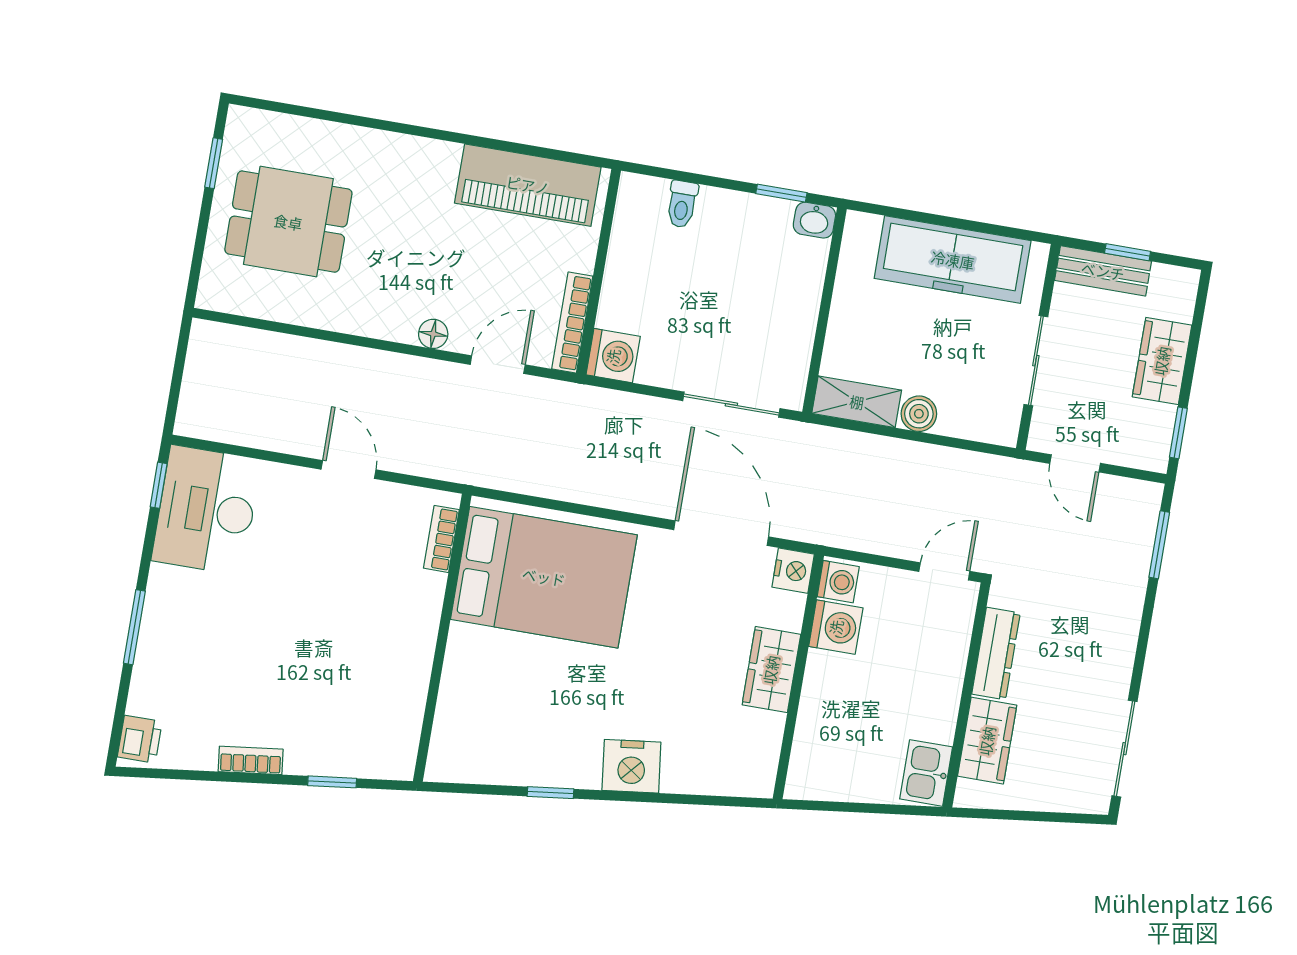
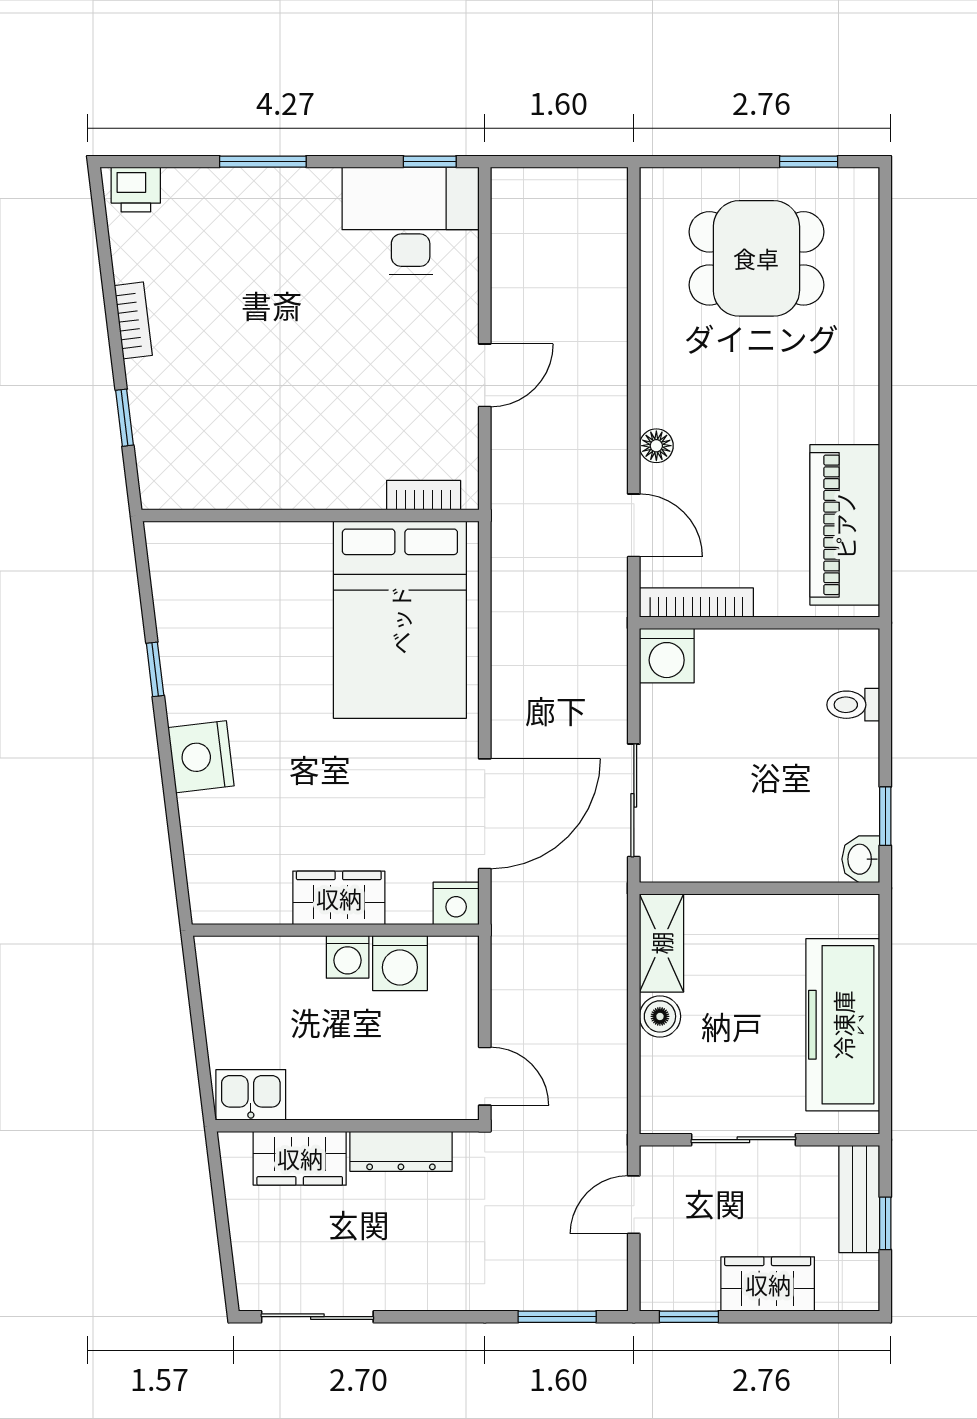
dining table: (288, 222) -> (756, 258), turned 90
washing machine: (838, 582) -> (348, 957), moved

